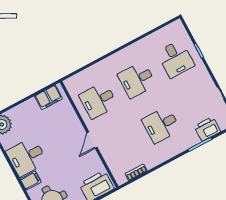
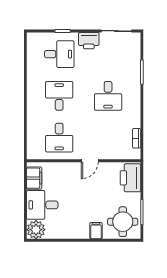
desk: (137, 80) -> (59, 96), turned 180
printer: (207, 129) -> (89, 41), moved, turned -90
door: (92, 140) -> (90, 161), hinge flipped
desk: (27, 157) -> (42, 205), moved, turned 90

